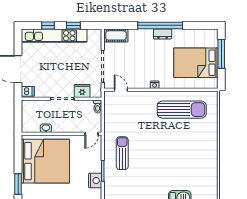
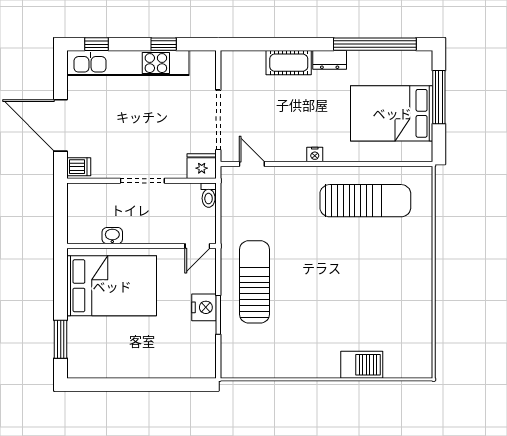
window: (48, 25) -> (97, 44), moved
window: (160, 25) -> (375, 44), moved
cot: (116, 35) -> (289, 63), moved
fridge: (82, 91) -> (202, 166), moved
sun lounger: (122, 153) -> (254, 282), width x1.36, depth x1.34
bed: (45, 161) -> (112, 286), width x0.73
nightstand: (95, 181) -> (204, 307), moved

